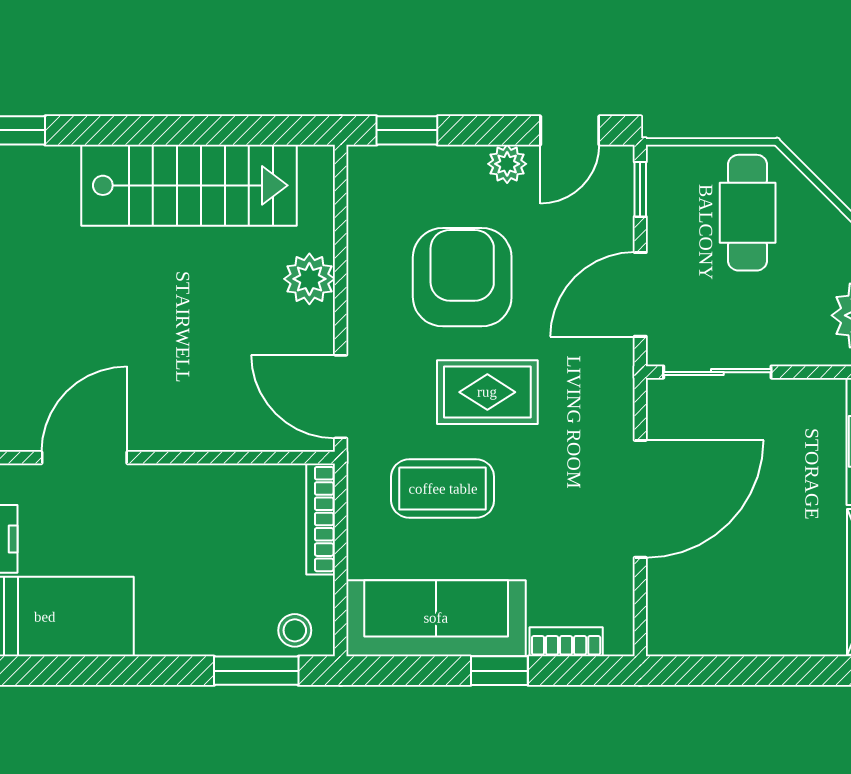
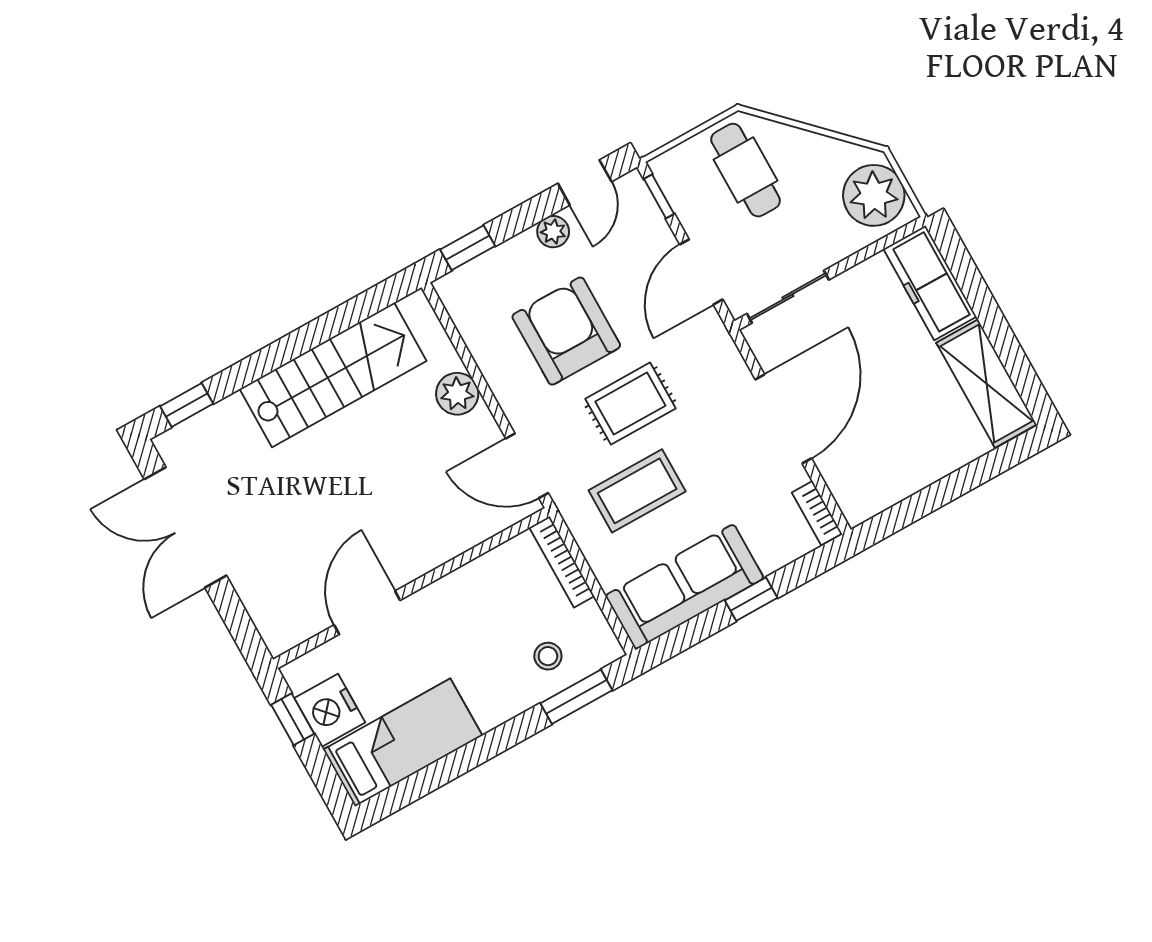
stool: (295, 630) -> (548, 656), moved
bookcase: (566, 642) -> (817, 513), moved, turned -90

